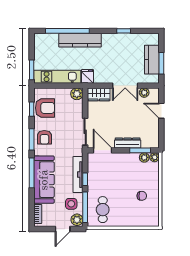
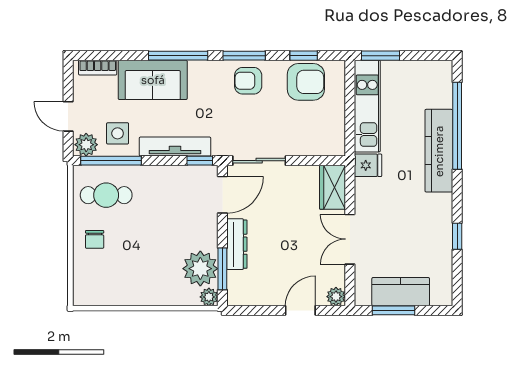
plant: (144, 93) -> (336, 297), moved
plant: (77, 94) -> (334, 144), removed
armchair: (45, 108) -> (306, 82), turned -90
plant: (144, 157) -> (200, 269), width x1.88, depth x1.88
window: (85, 179) -> (200, 161), moved
sofa: (44, 180) -> (153, 80), width x0.73
chair: (142, 196) -> (95, 239), moved

